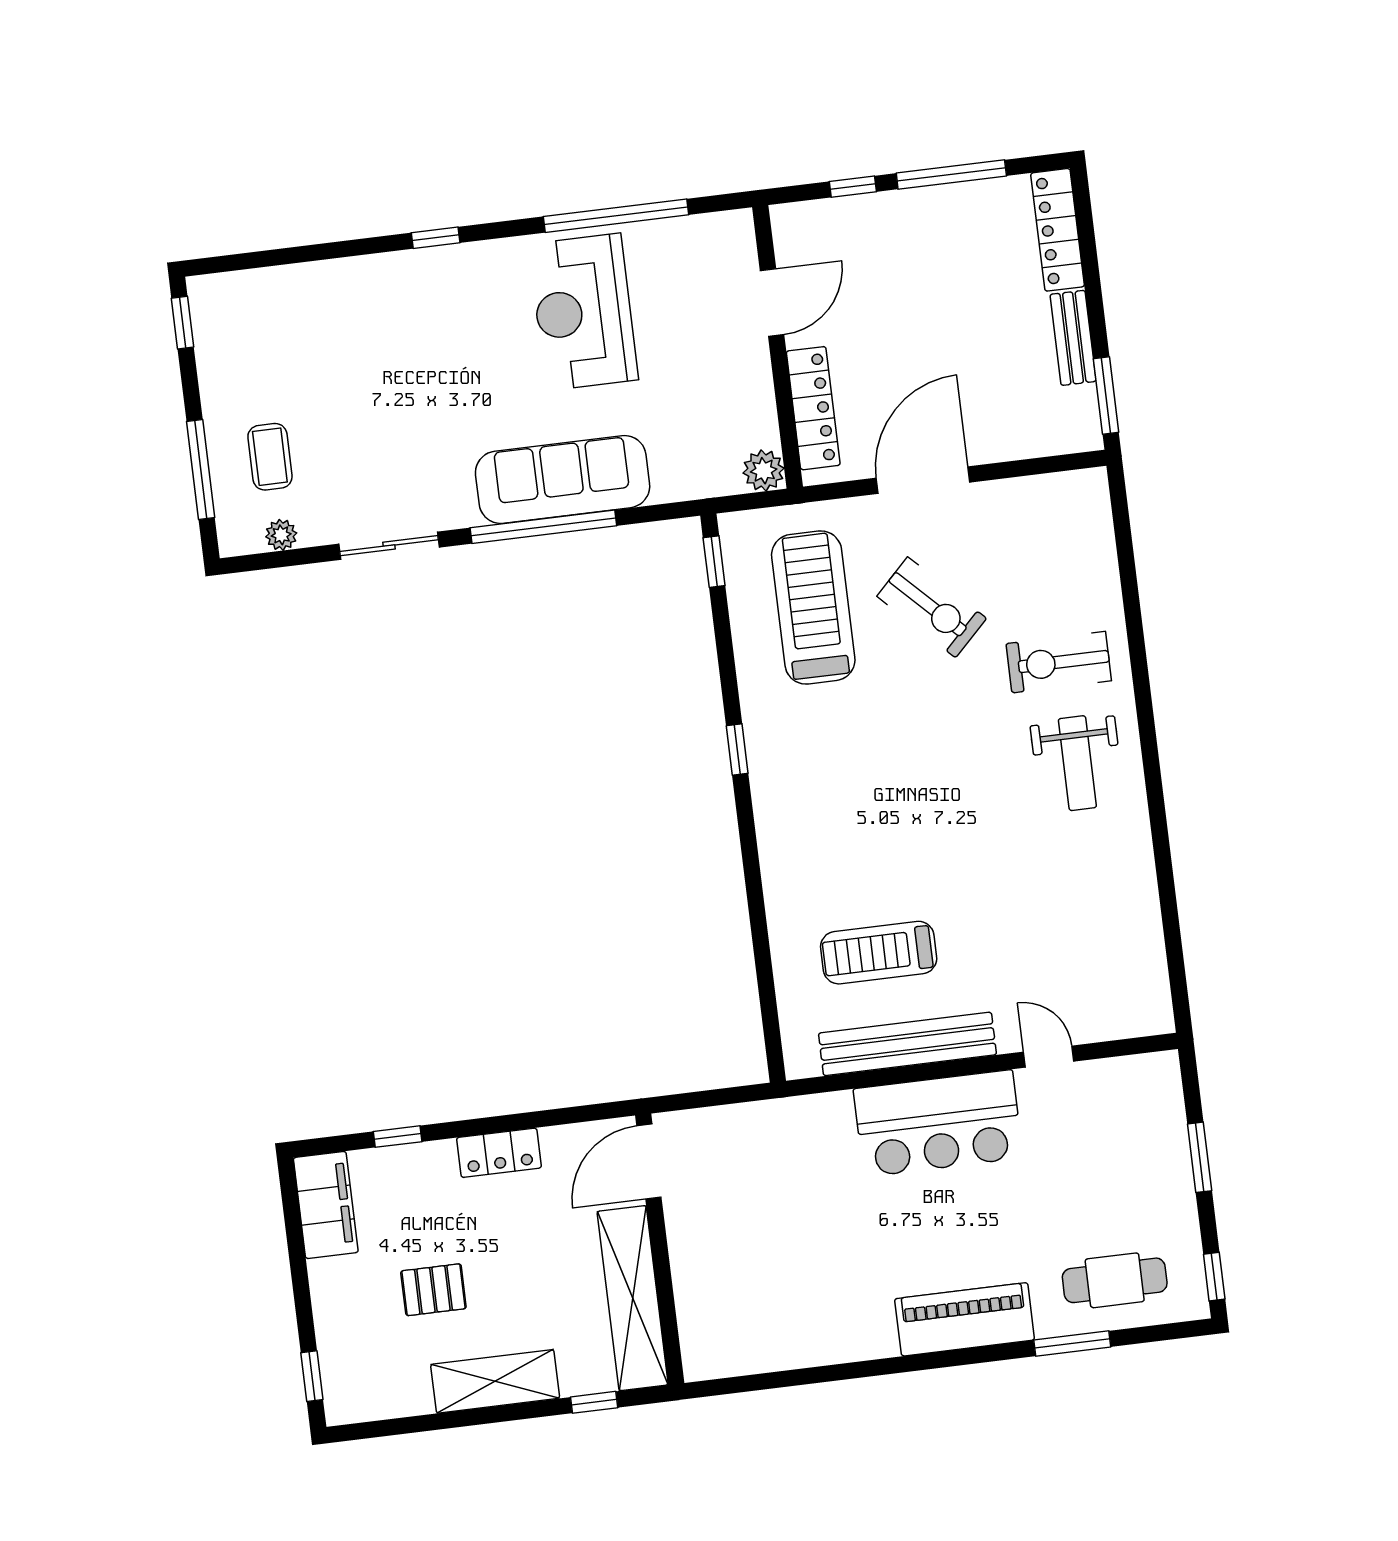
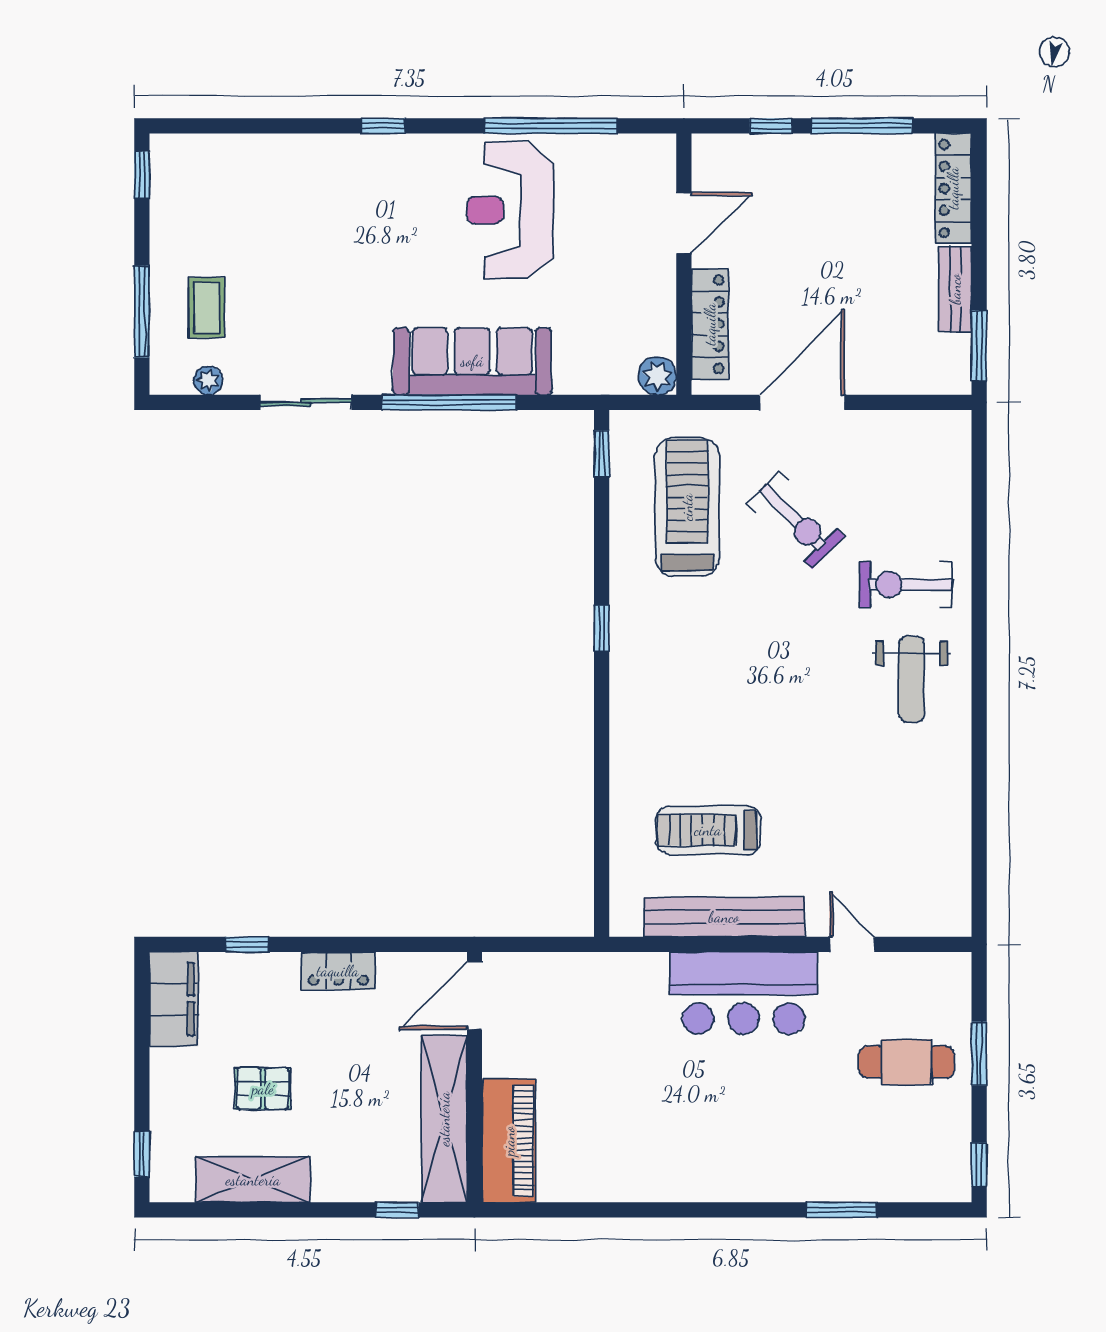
cafe table: (1115, 1280) -> (906, 1062), moved
piano: (965, 1319) -> (509, 1141), moved, turned 90
shelving: (495, 1381) -> (253, 1180), moved

